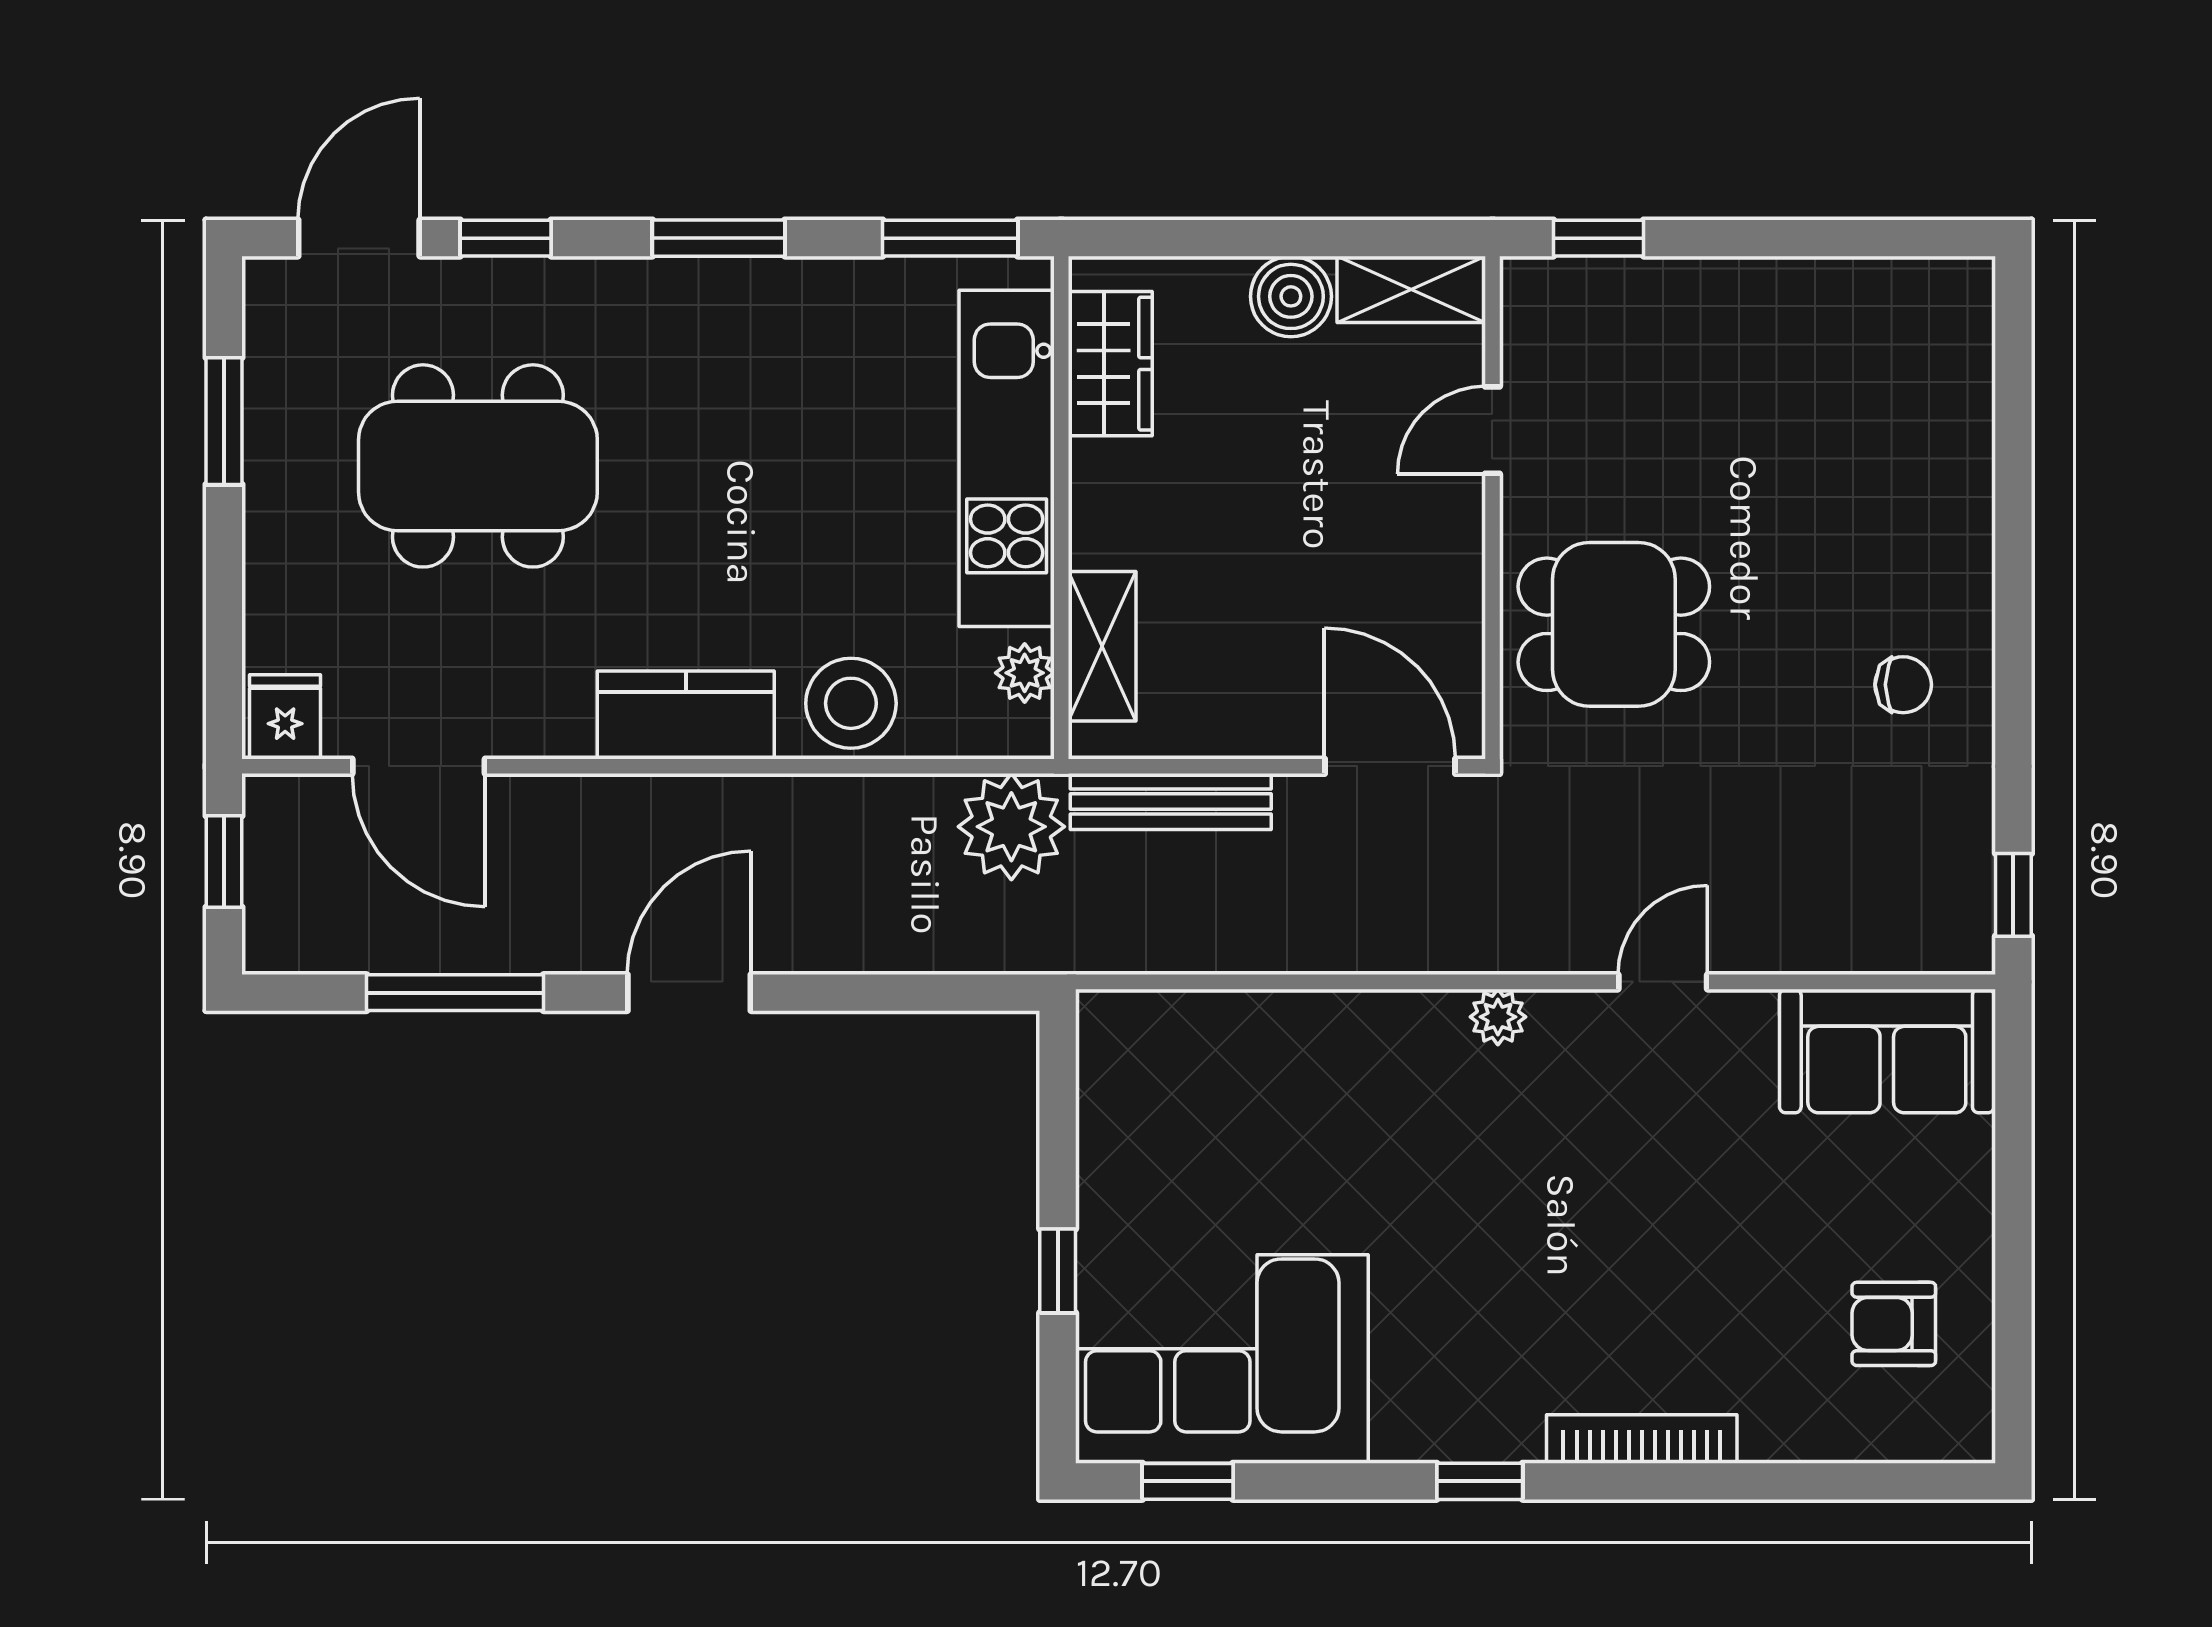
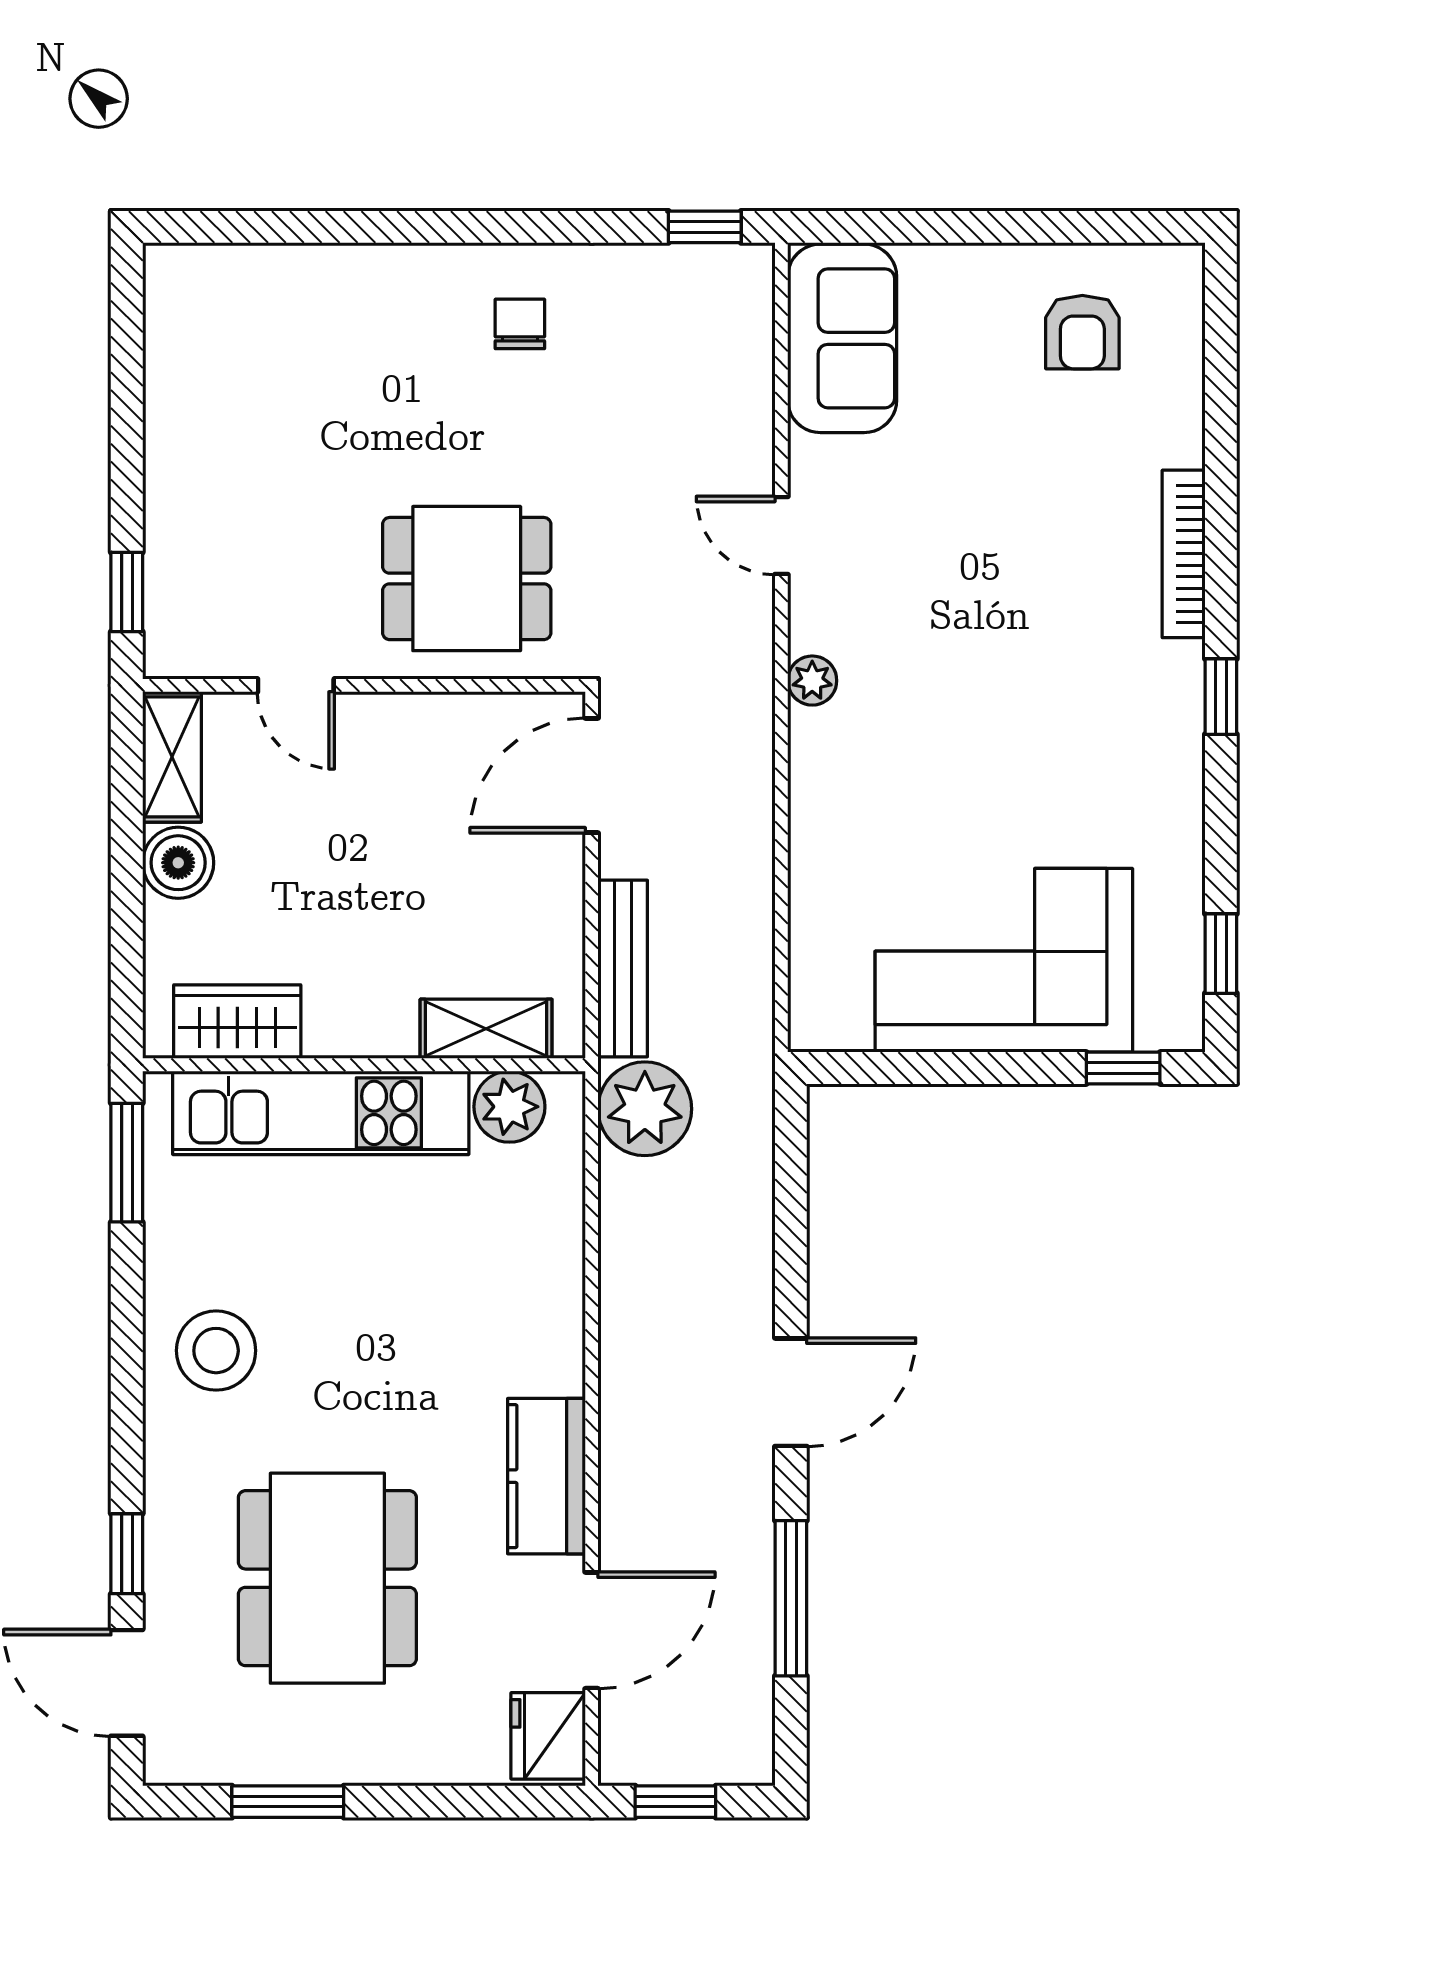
window: (719, 238) -> (127, 1366), removed
dining table: (1614, 624) -> (467, 579), turned 90
plant: (1025, 673) -> (509, 1107), width x1.38, depth x1.38
stool: (851, 703) -> (216, 1351), moved
kitchen counter: (686, 715) -> (546, 1476), moved
fridge: (285, 717) -> (548, 1736), width x1.38
door: (689, 993) -> (791, 1392), swing flipped
window: (1058, 1271) -> (1123, 1068), moved
corner sofa: (1222, 1359) -> (1004, 960), moved, turned 90

